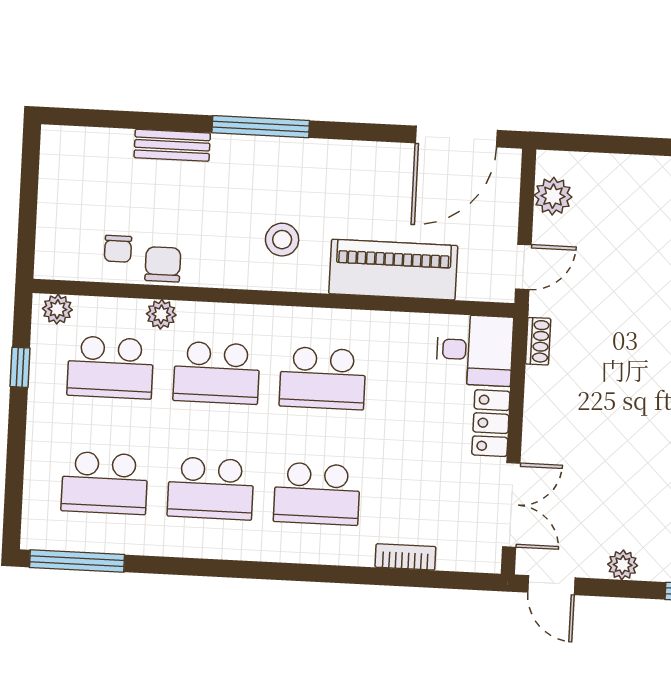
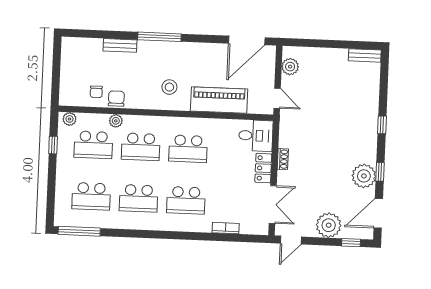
door: (523, 267) -> (277, 98), hinge flipped
shoe rack: (538, 341) -> (283, 159), moved
plant: (623, 565) -> (329, 225), width x1.87, depth x1.87
door: (551, 585) -> (291, 240), hinge flipped

